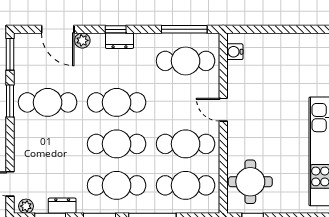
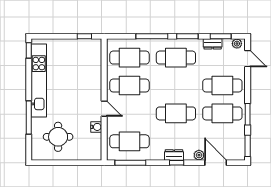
water cooler: (235, 52) -> (96, 127), moved
cafe table: (117, 144) -> (222, 86), moved
round table: (250, 182) -> (58, 137), moved

